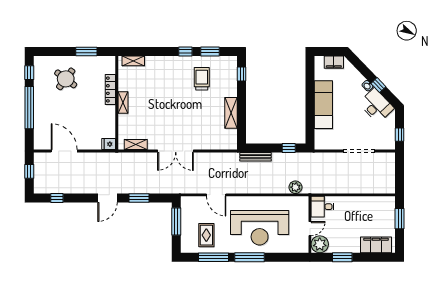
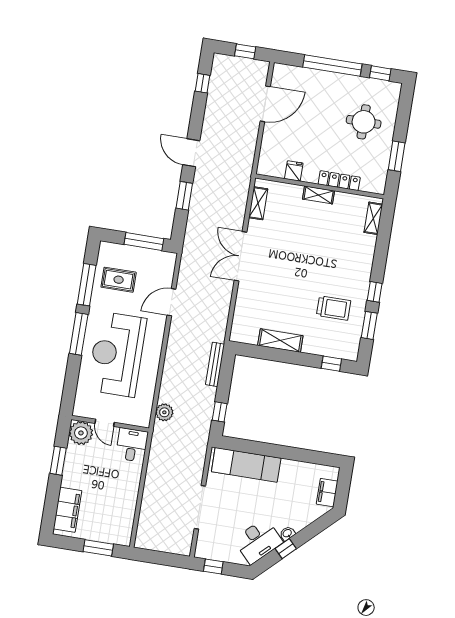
round table: (66, 79) -> (364, 122), turned -37
exam couch: (323, 105) -> (246, 465), moved
fridge: (109, 144) -> (294, 171), moved

